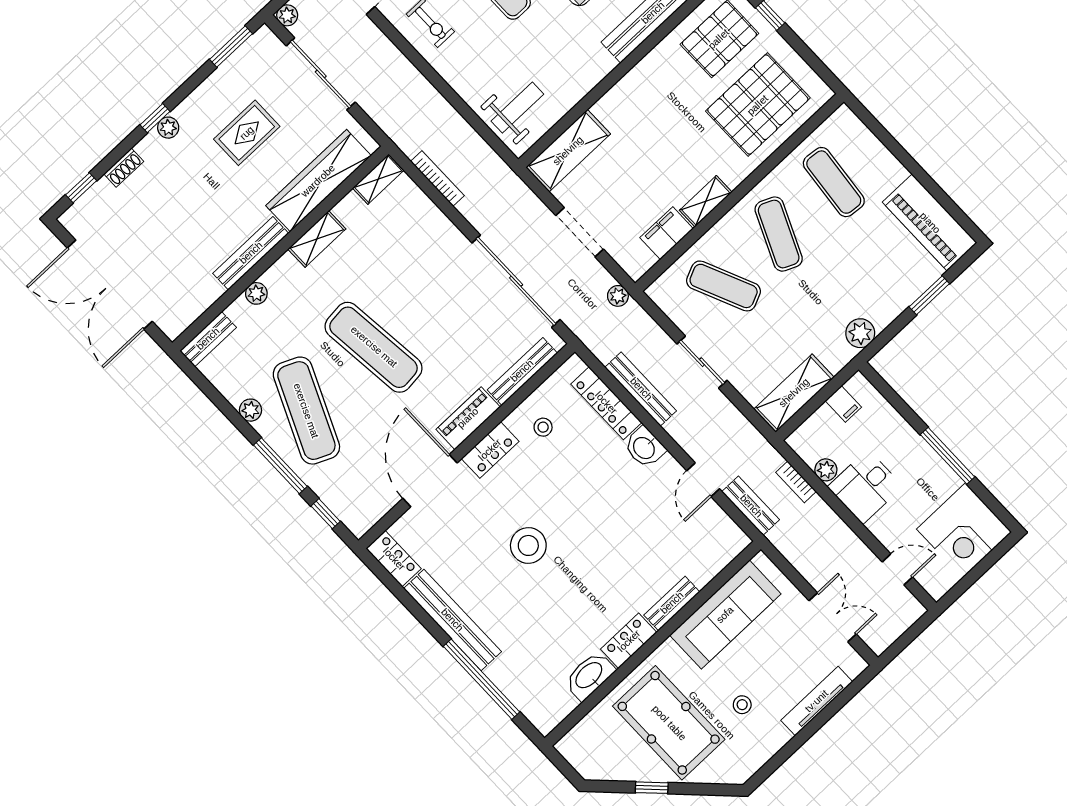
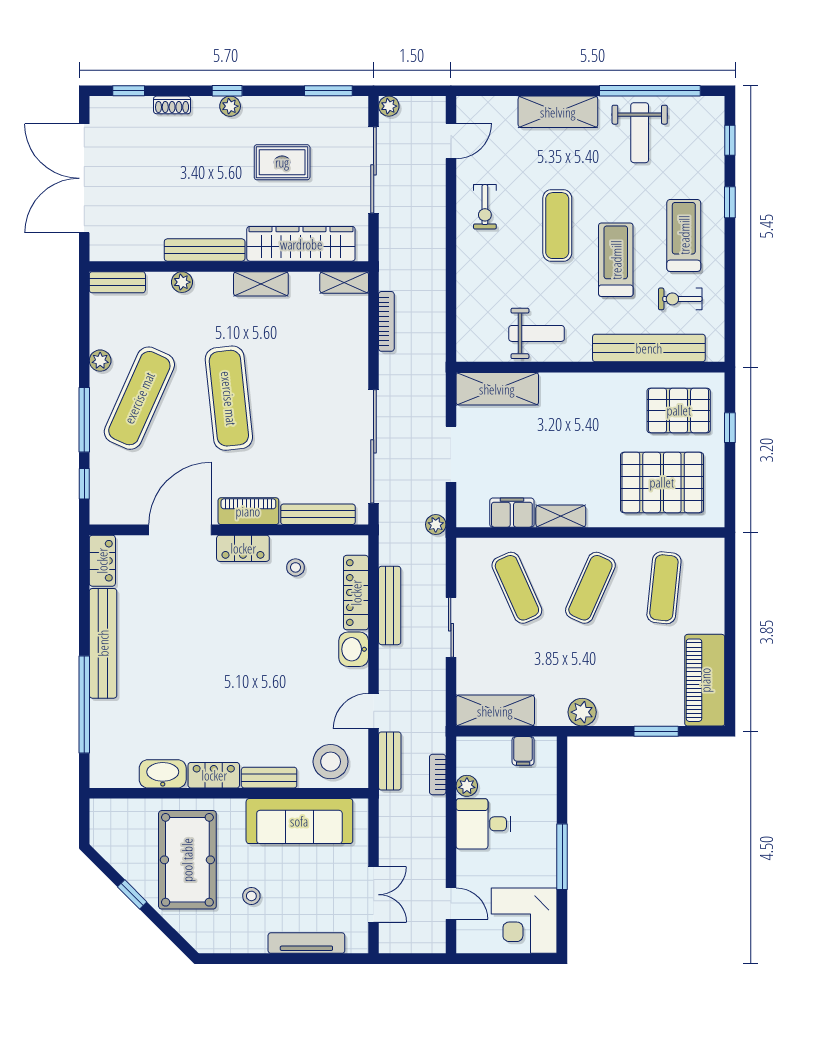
weight bench: (517, 108) -> (537, 333), moved
stool: (528, 545) -> (331, 762), moved

